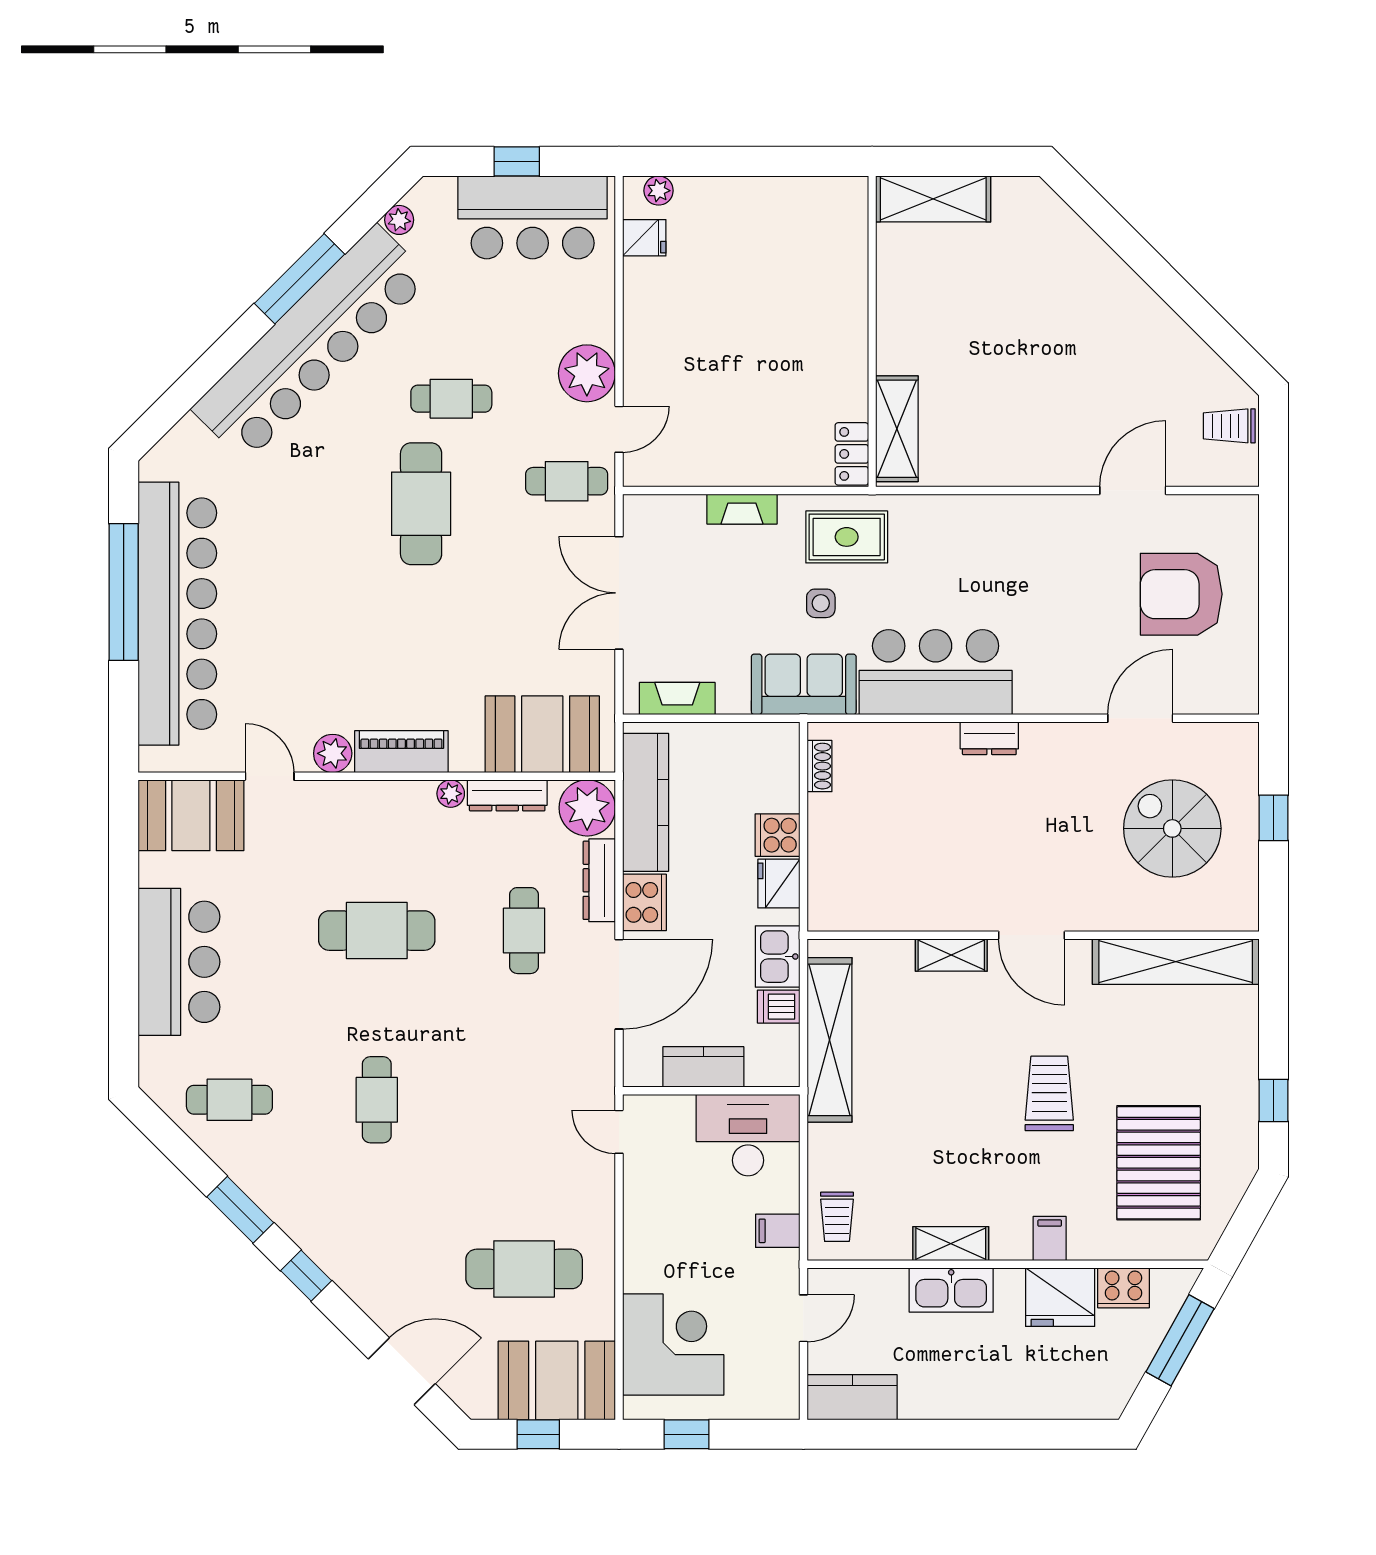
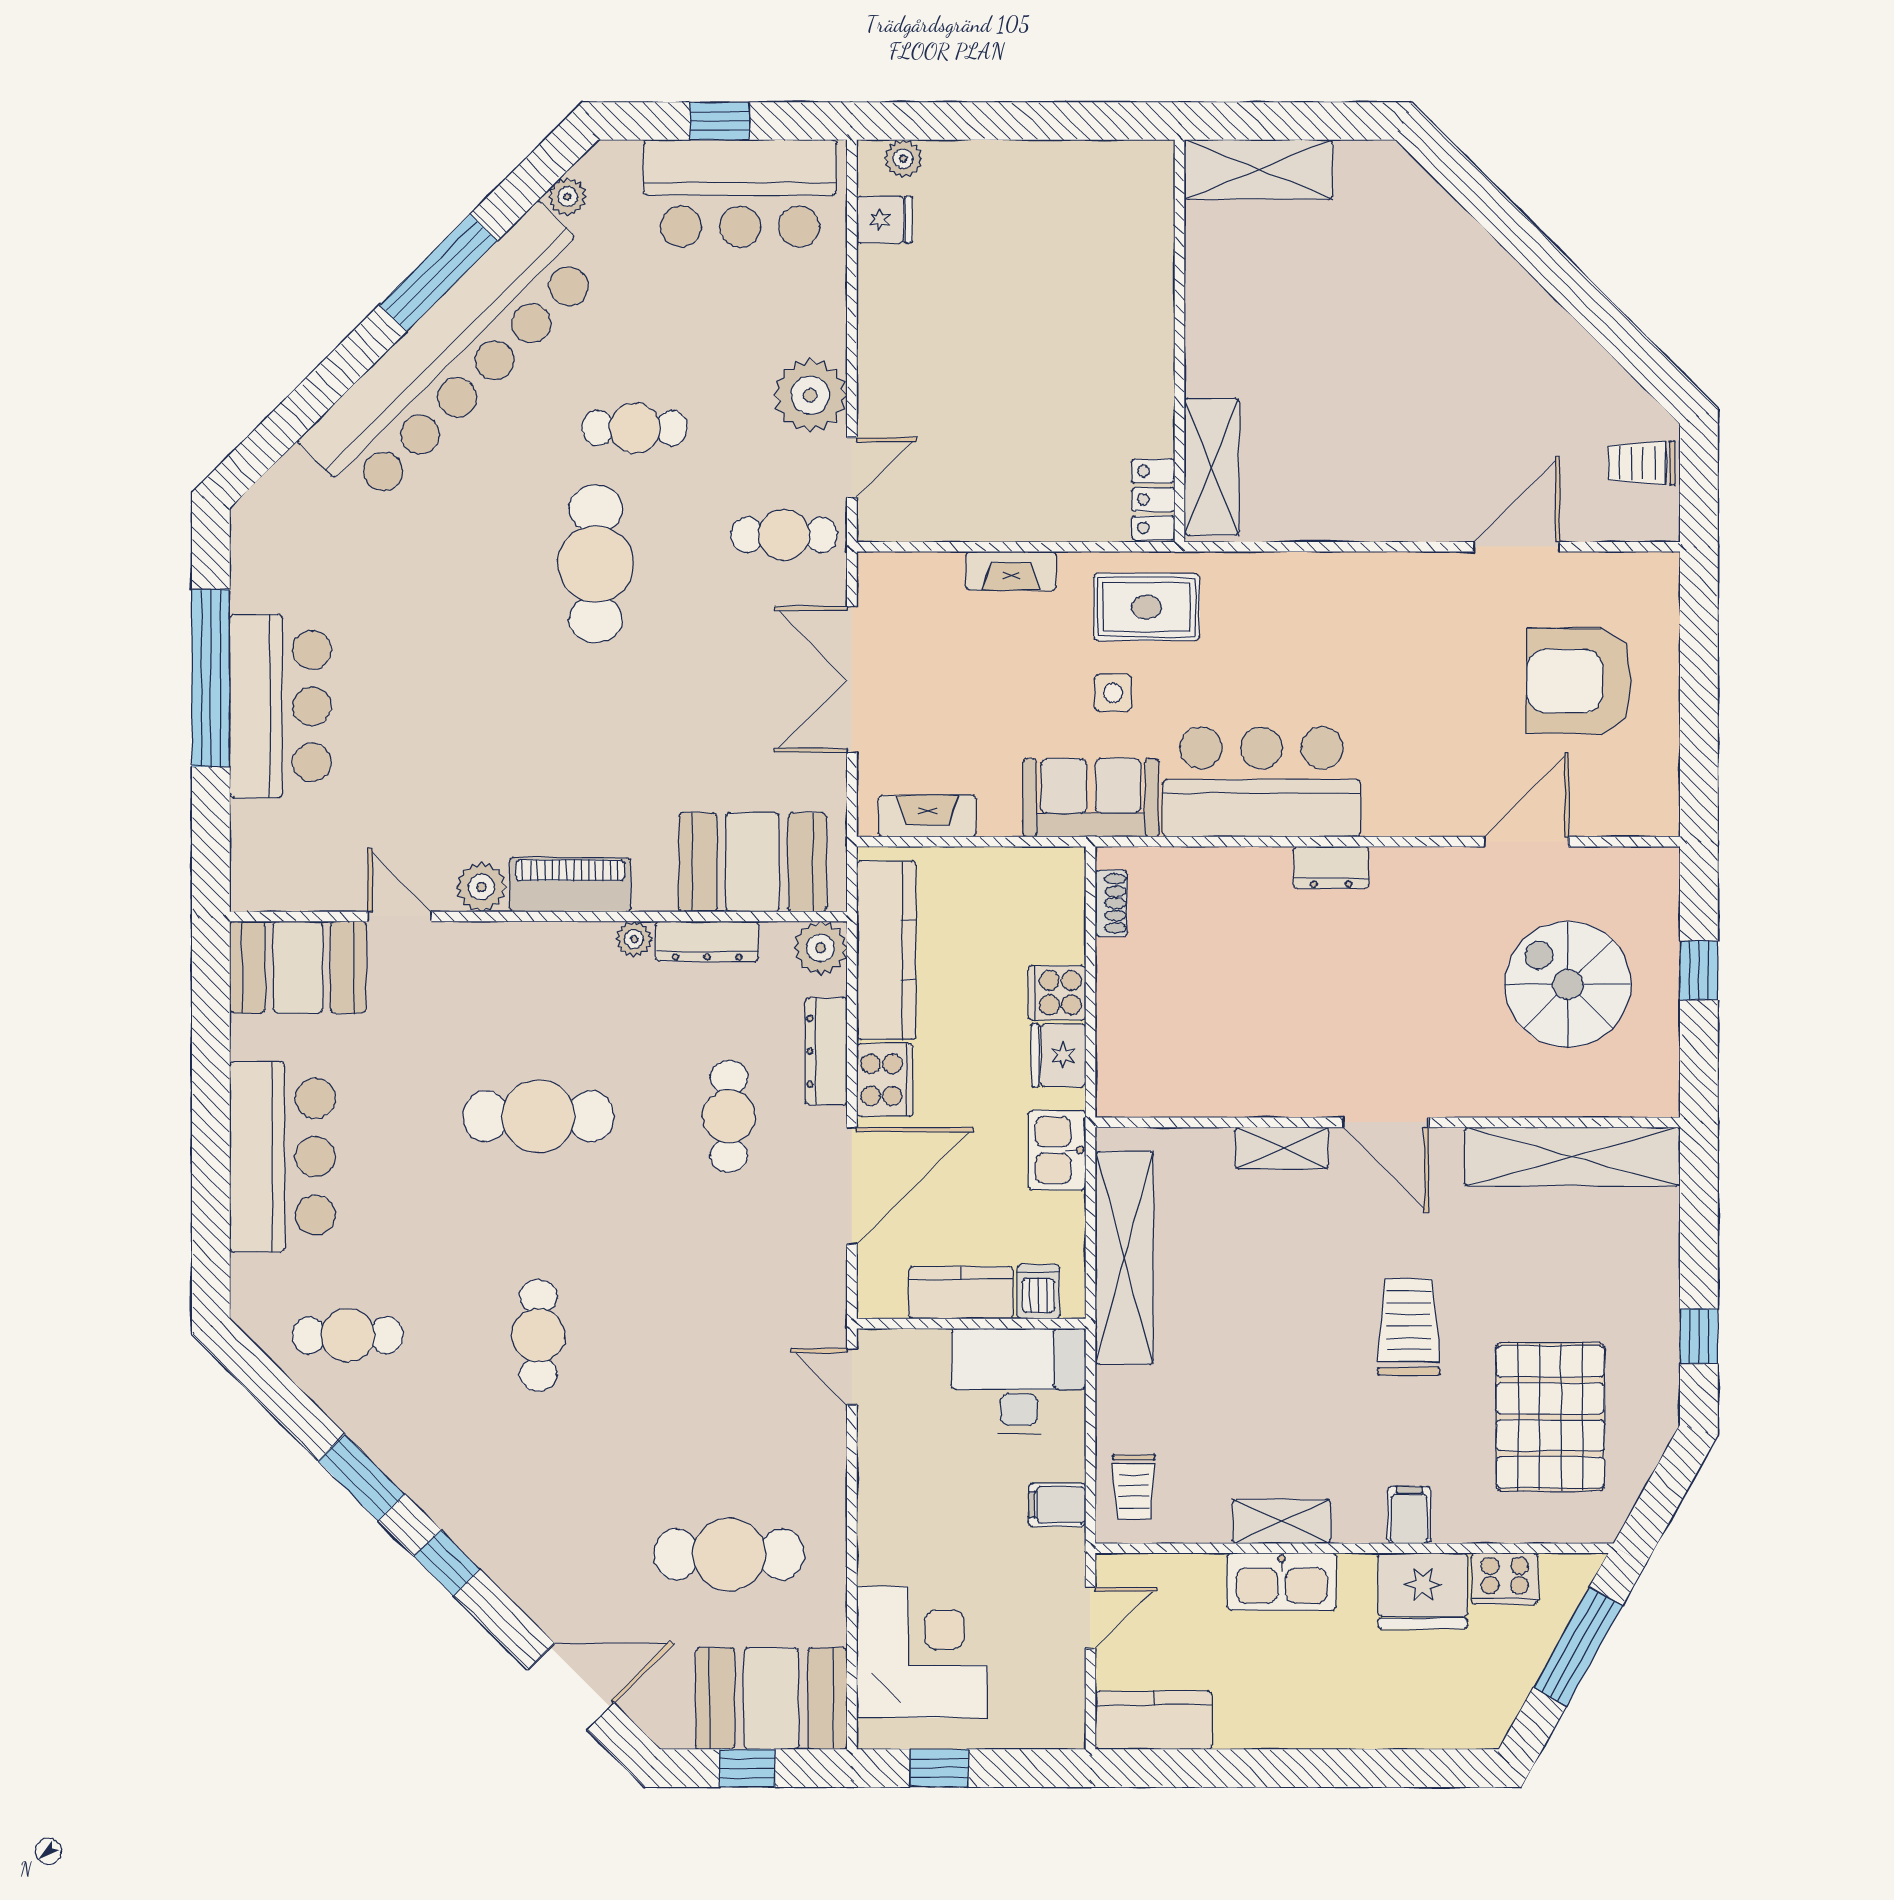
bar counter: (177, 614) -> (280, 706), width x0.54
plant: (587, 808) -> (820, 948), width x0.73, depth x0.73
dishwasher: (779, 1007) -> (1038, 1291), moved, turned 90

